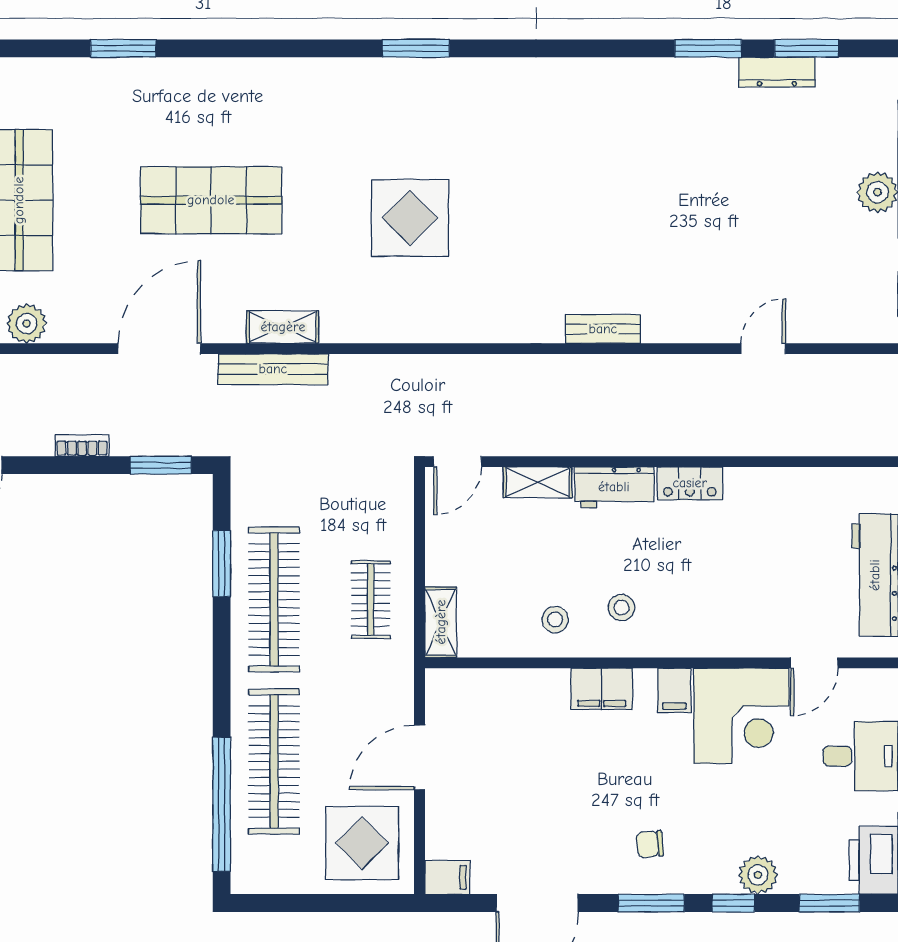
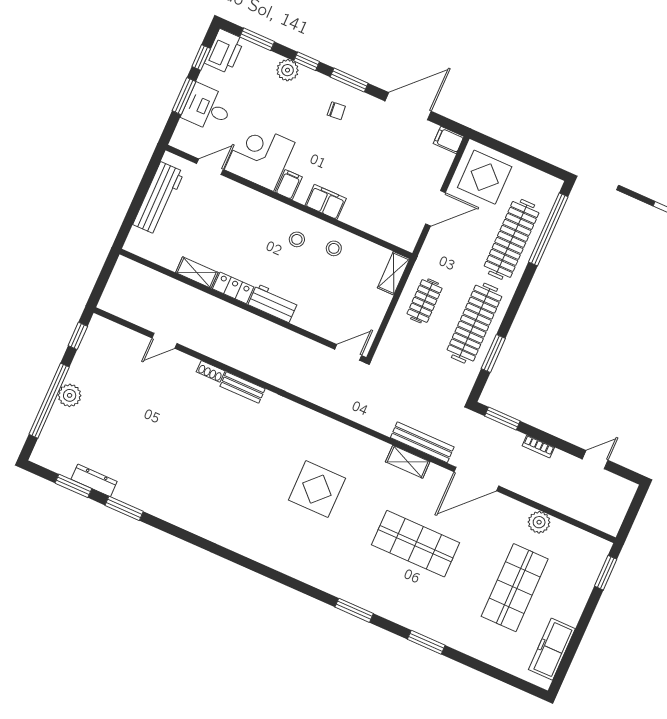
window: (416, 48) -> (354, 610), moved
shoe rack: (666, 332) -> (211, 371), added
shelving: (538, 482) -> (197, 272), moved

